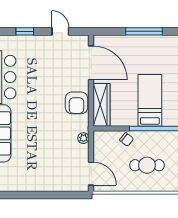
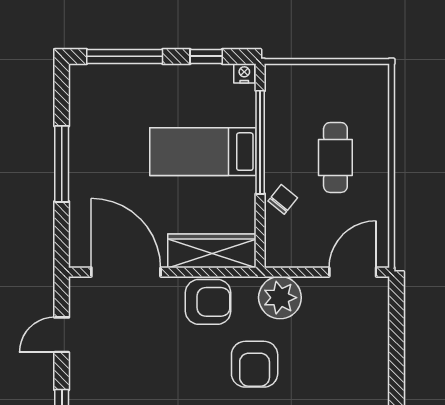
door: (91, 63) -> (126, 272), hinge flipped
armchair: (46, 126) -> (255, 364), added
plant: (83, 138) -> (280, 298), width x1.88, depth x1.88

